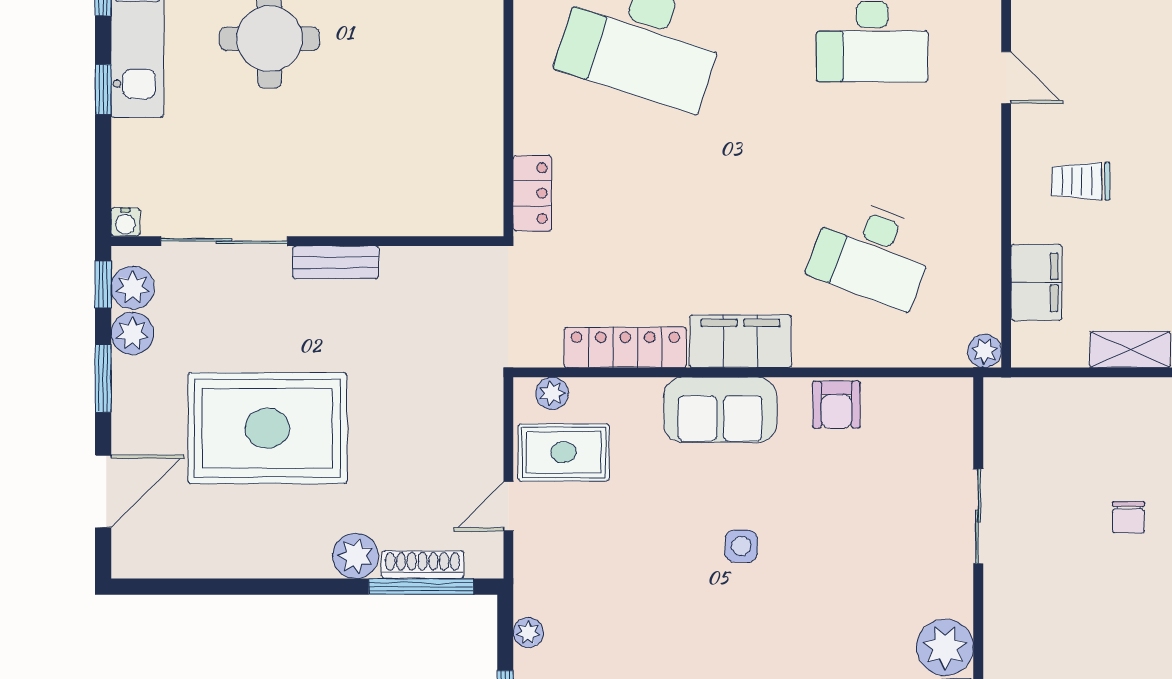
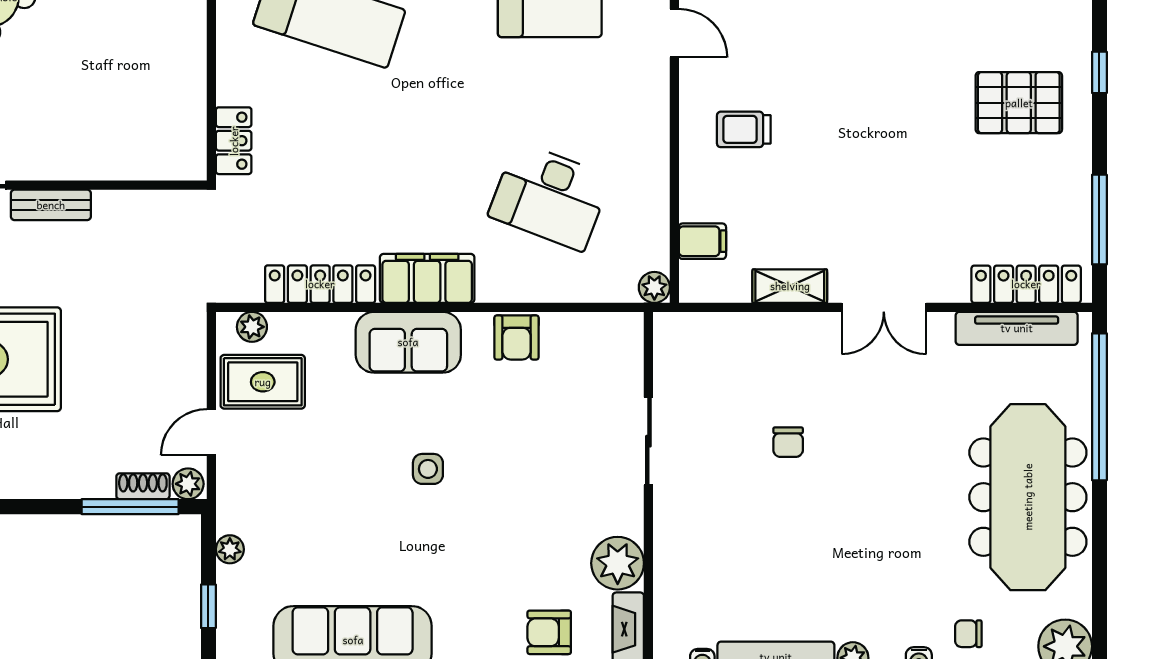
filing cabinet: (1036, 282) -> (702, 241), width x0.50
plant: (356, 556) -> (188, 484), moved, width x0.73, depth x0.73
shoe rack: (423, 565) -> (143, 486), width x0.70

